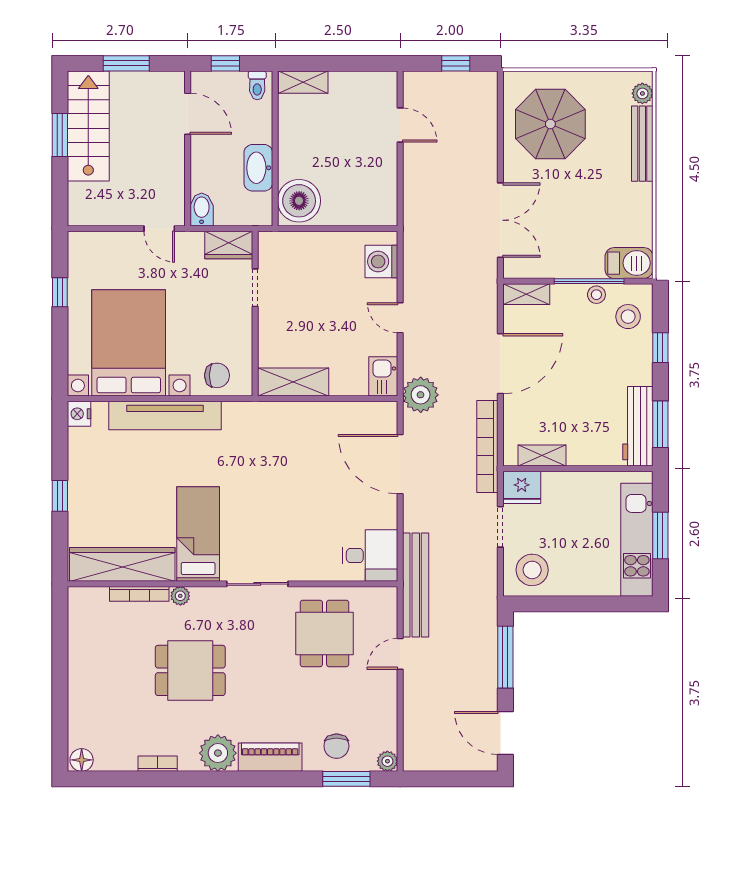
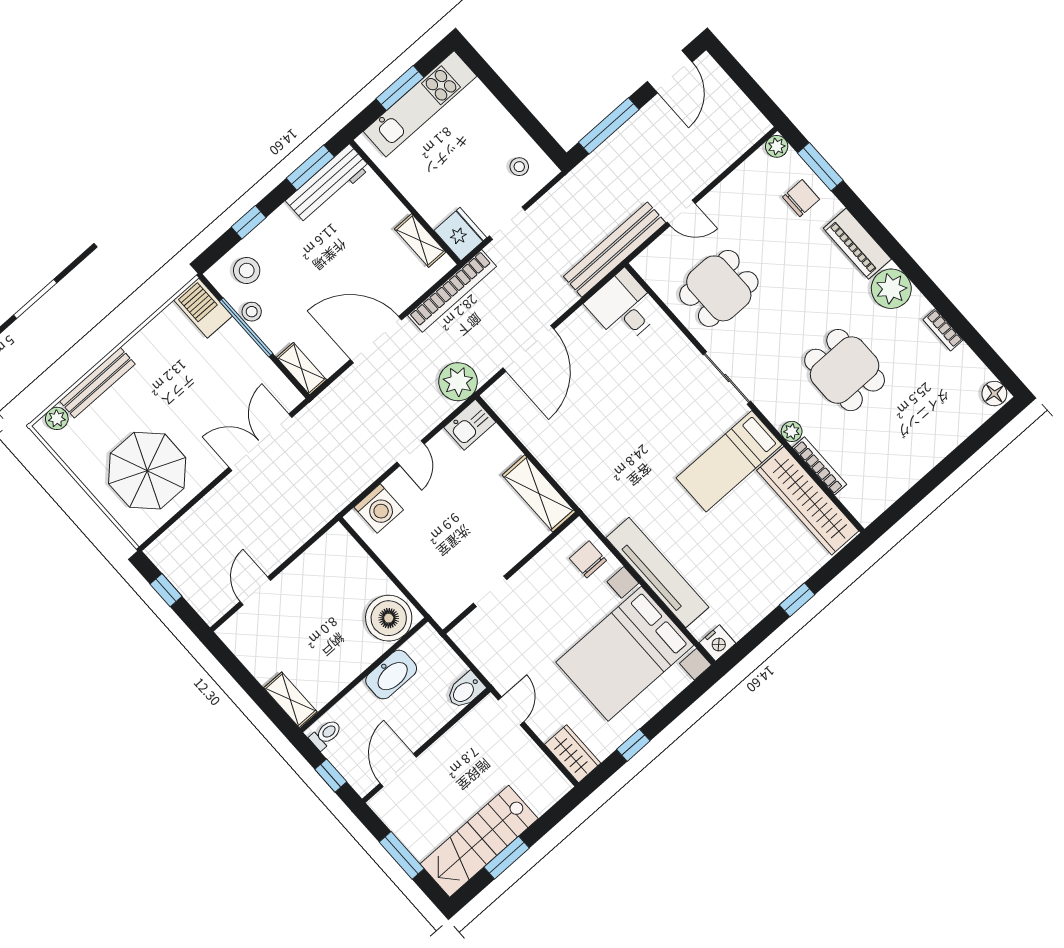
wardrobe: (229, 245) -> (573, 754), moved
stool: (532, 570) -> (519, 167), width x0.53, depth x0.53

